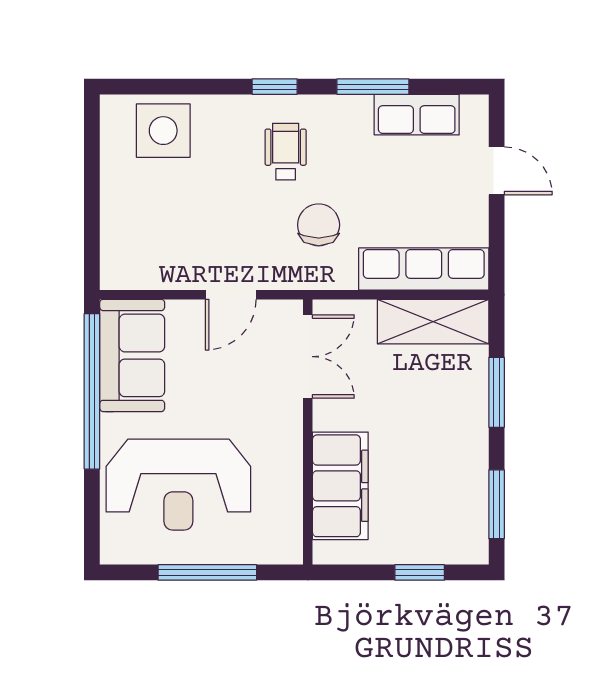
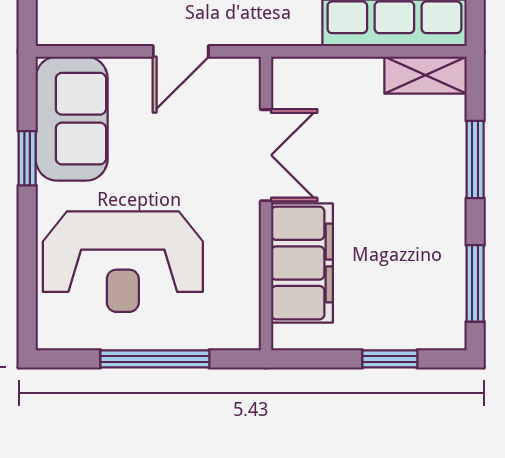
shelving: (433, 322) -> (425, 75), width x0.67, depth x0.75
double door: (308, 357) -> (266, 155), moved
window: (92, 391) -> (27, 158), width x0.32

